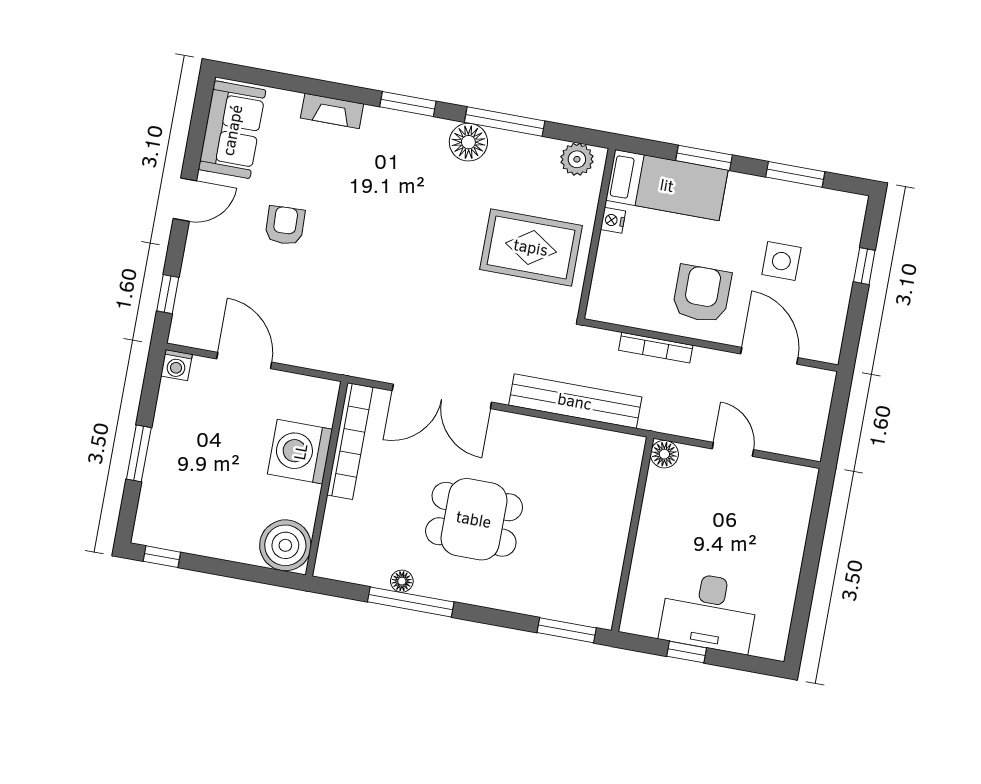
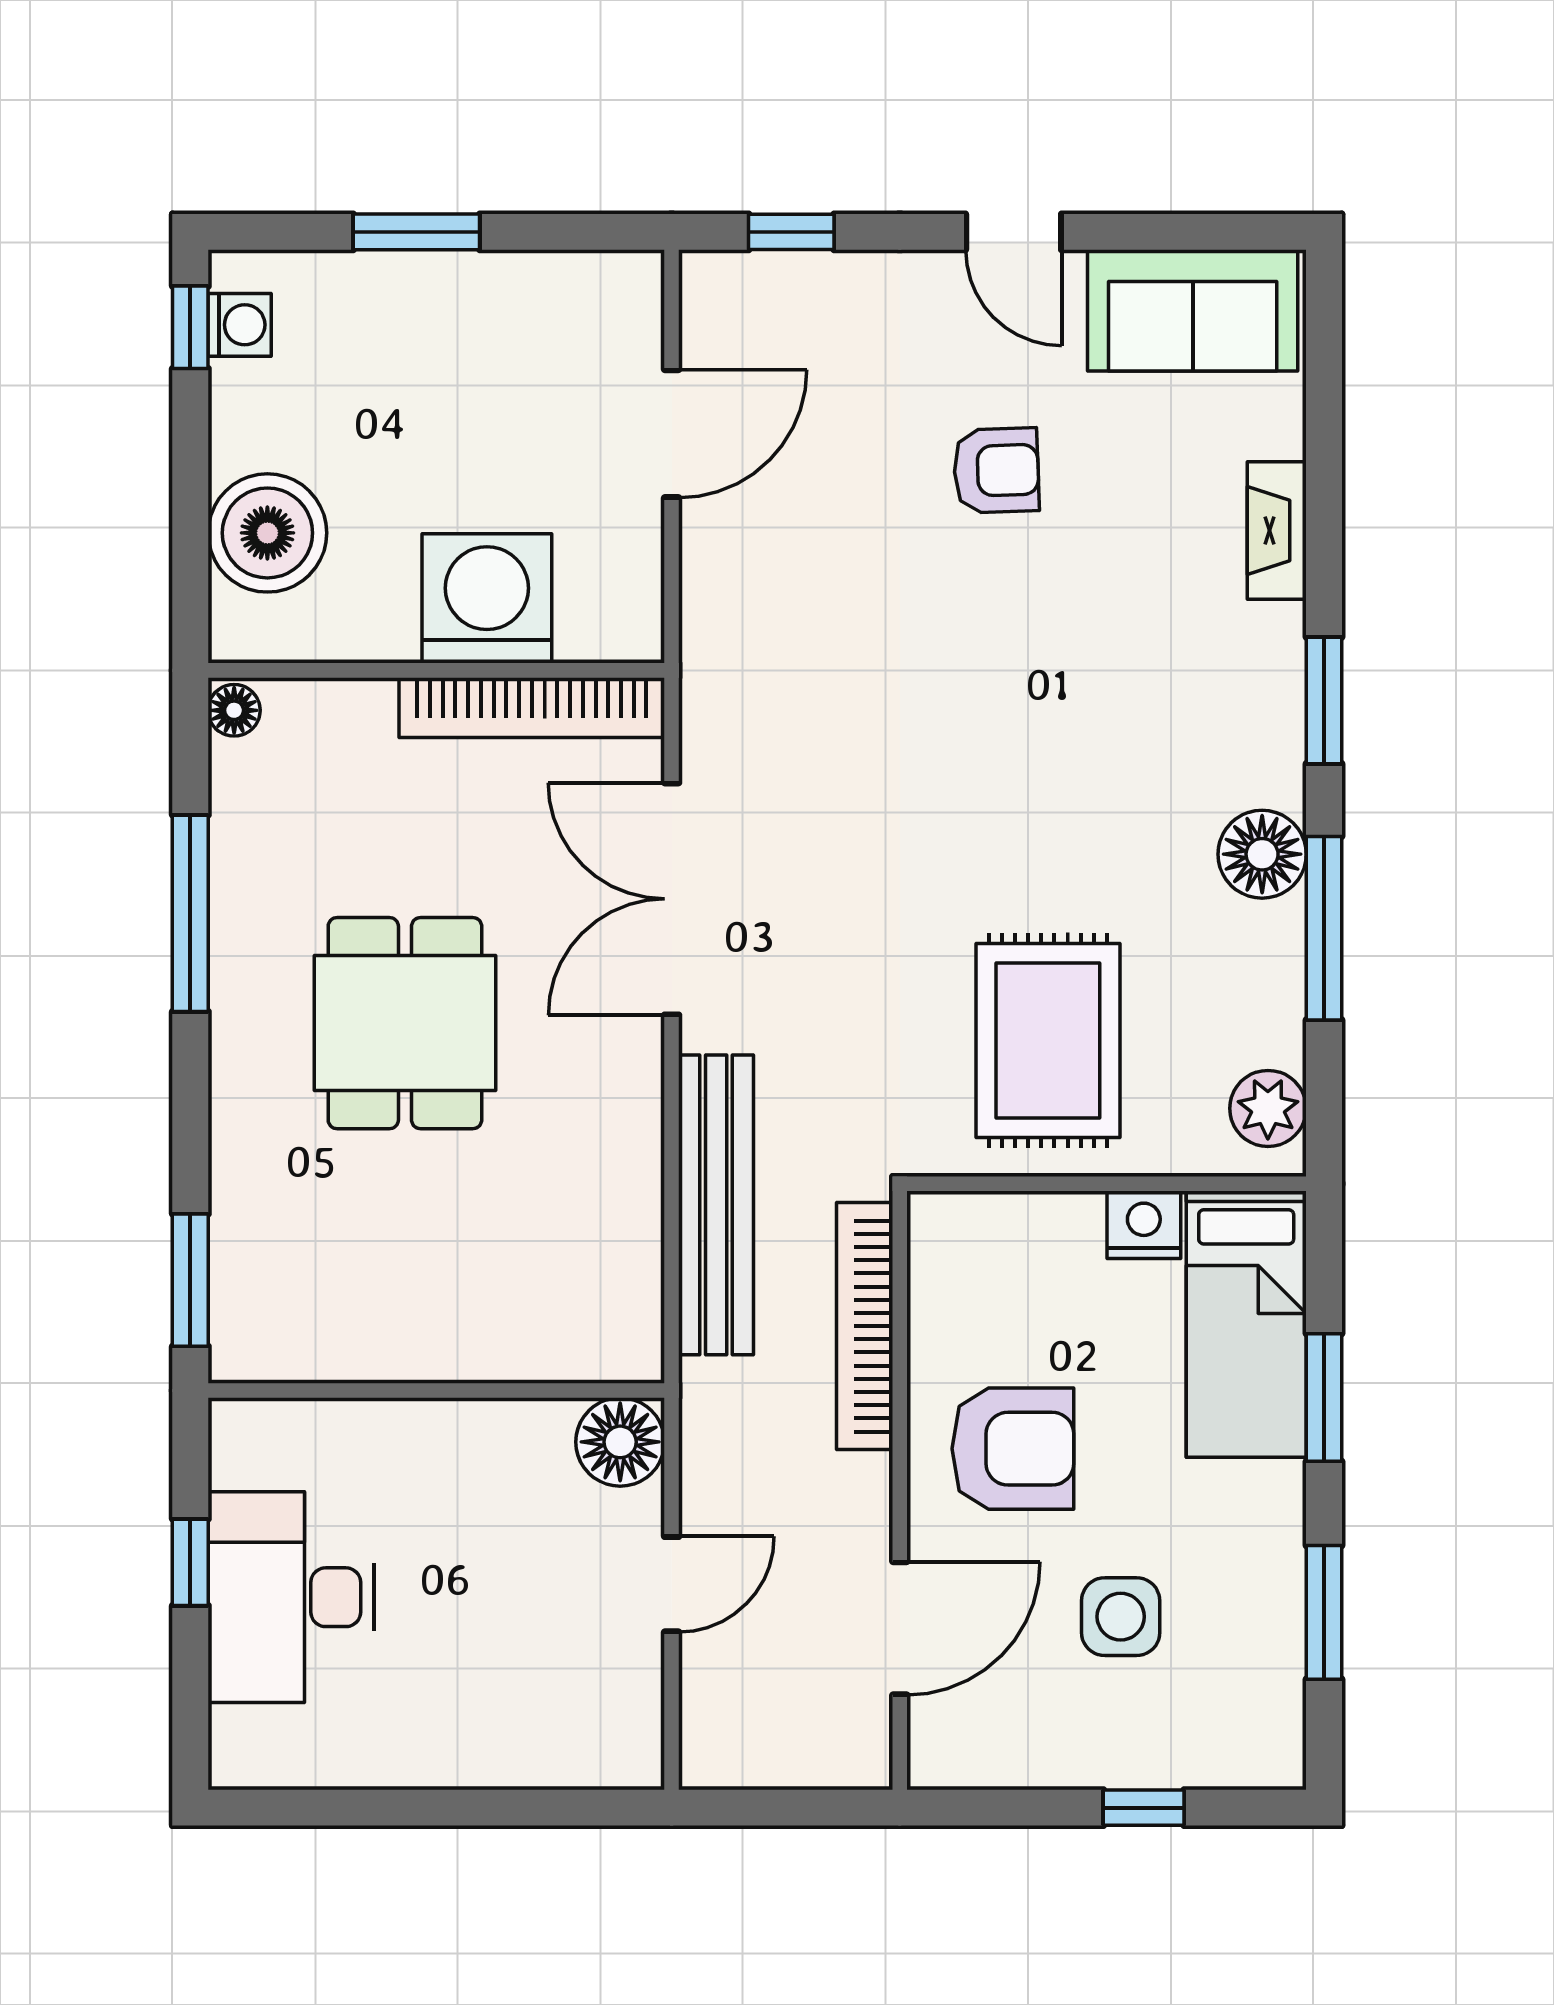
nightstand: (613, 220) -> (1144, 1225), width x1.39, depth x1.35
bookcase: (656, 348) -> (865, 1326), width x1.48, depth x1.31
washing machine: (176, 365) -> (240, 325), moved, turned 180
floor lamp: (664, 454) -> (620, 1442), width x1.38, depth x1.38
boiler: (285, 545) -> (267, 533), moved
floor lamp: (402, 581) -> (234, 710), moved

